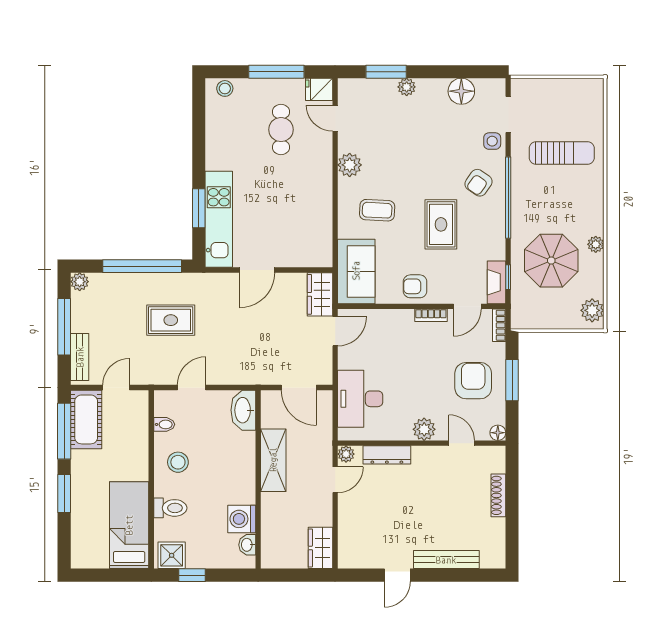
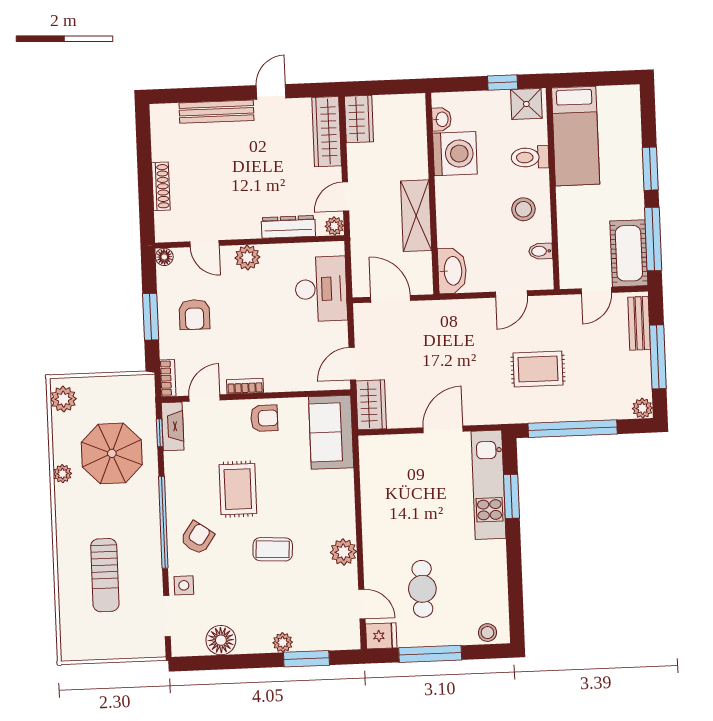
sun lounger: (562, 153) -> (105, 575), turned -90
coffee table: (377, 210) -> (273, 549), moved
armchair: (473, 381) -> (194, 315), width x0.72, depth x0.72
washing machine: (242, 519) -> (455, 154), width x1.37, depth x1.37
wardrobe: (350, 538) -> (327, 132), added

